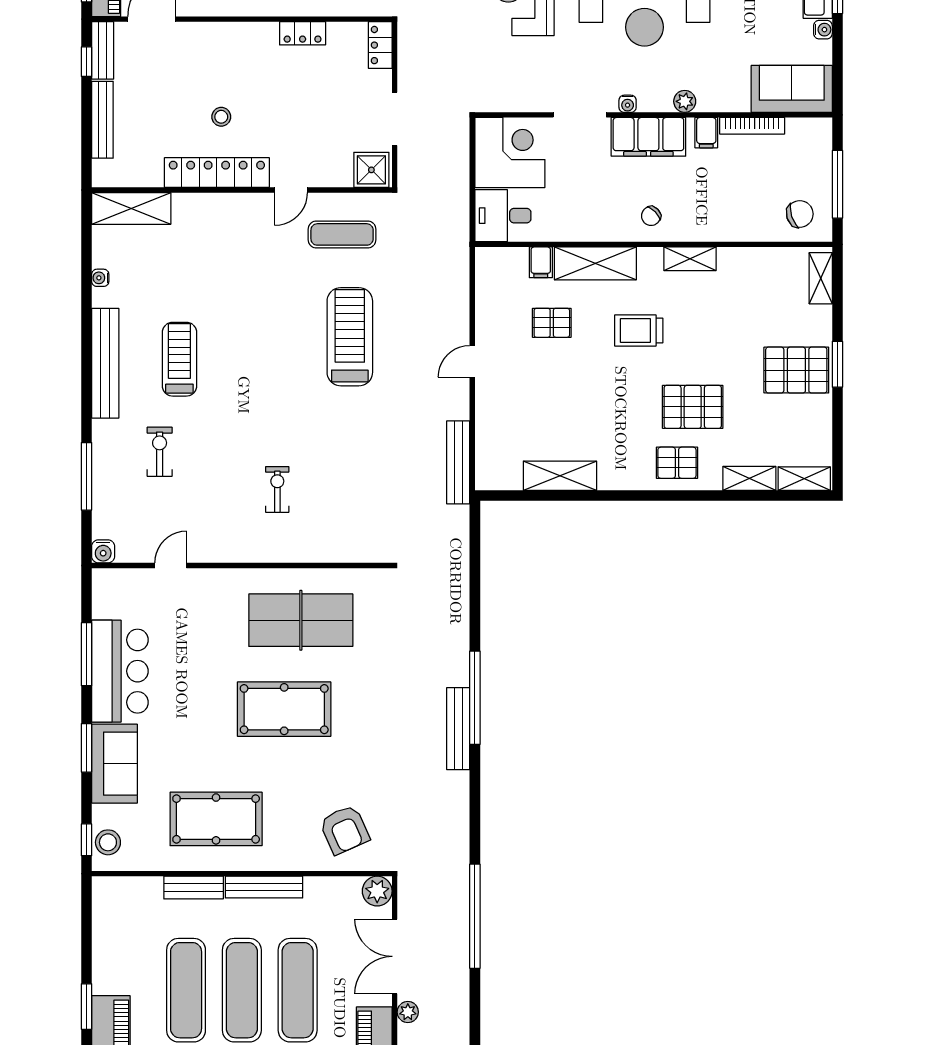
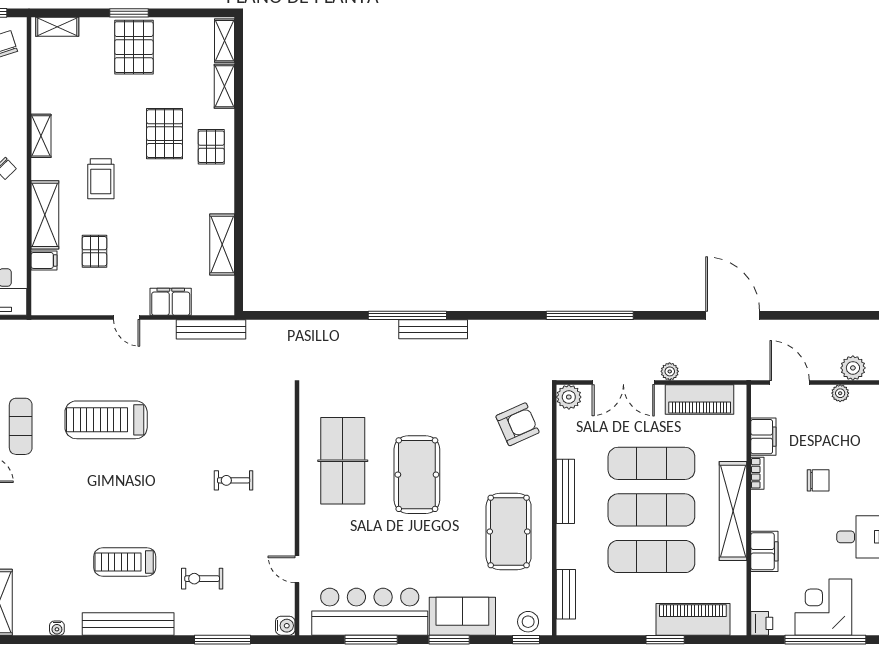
filing cabinet: (491, 414) -> (171, 302), added
bar counter: (120, 671) -> (370, 612), width x1.36
bench: (194, 888) -> (566, 594), moved

